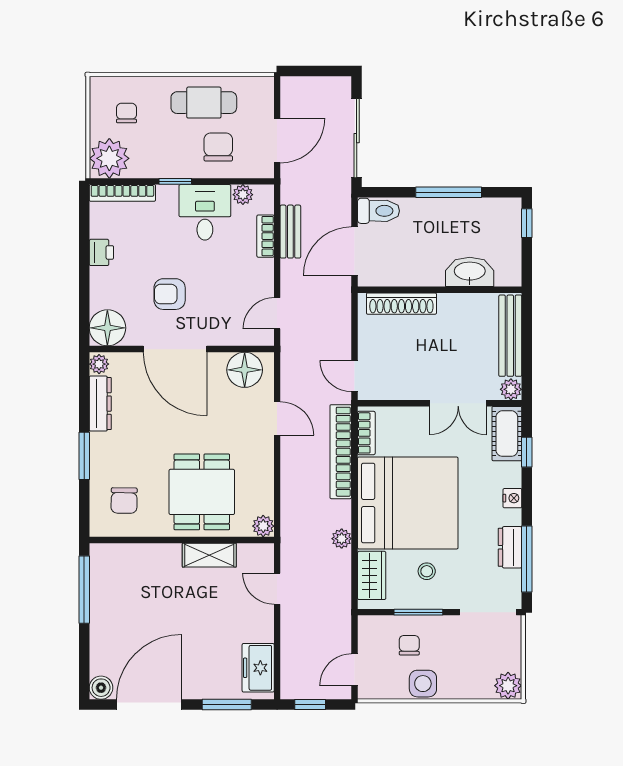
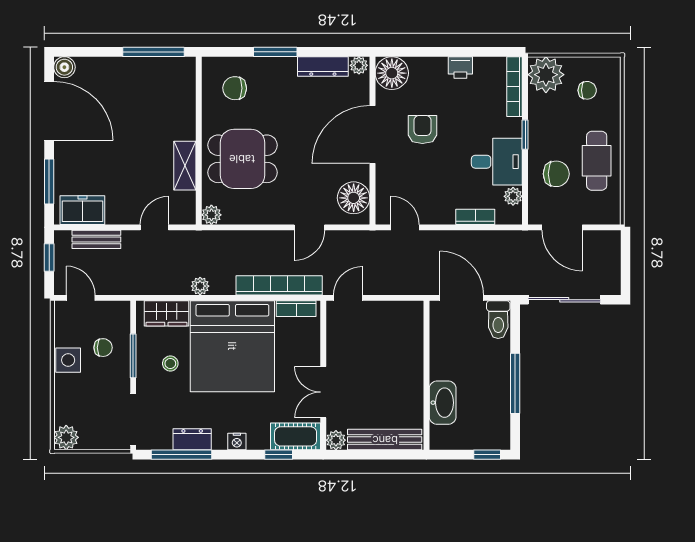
bench: (290, 232) -> (96, 239), moved
shoe rack: (401, 304) -> (414, 340), removed

